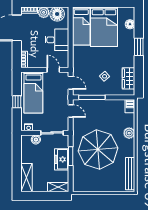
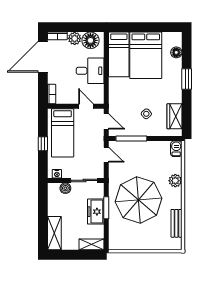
bench: (130, 174) -> (176, 223), width x0.73

